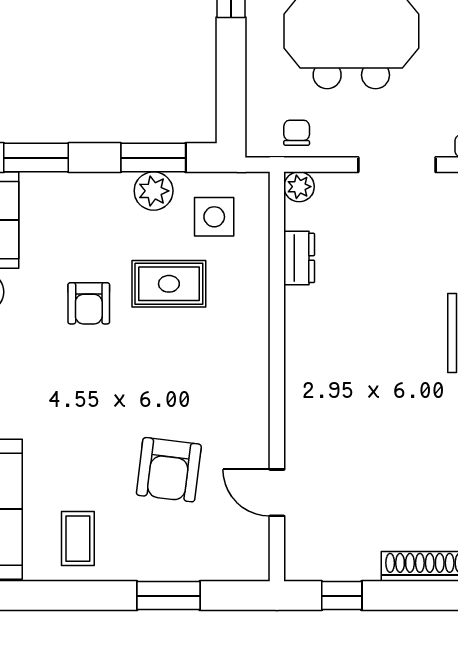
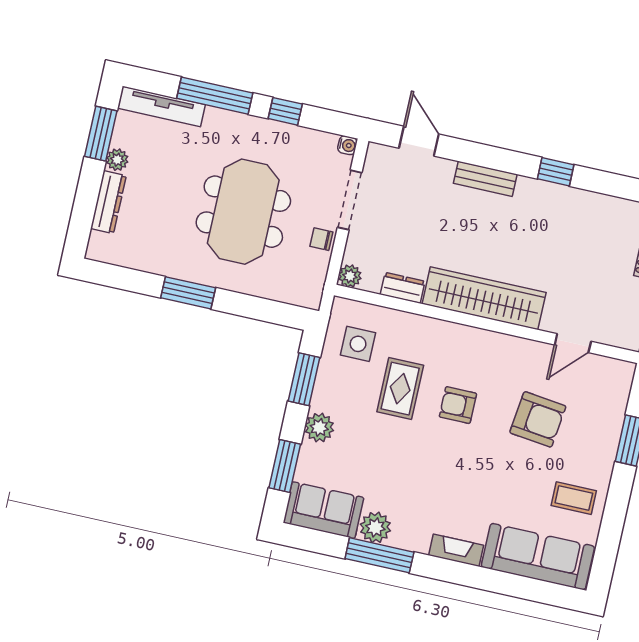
chair: (297, 133) -> (321, 239), moved
plant: (154, 191) -> (319, 428), moved
armchair: (89, 303) -> (458, 405), moved, turned 180
wardrobe: (309, 366) -> (484, 298), added

